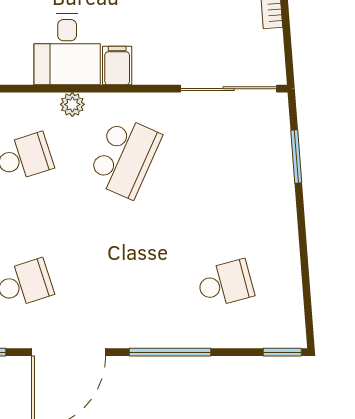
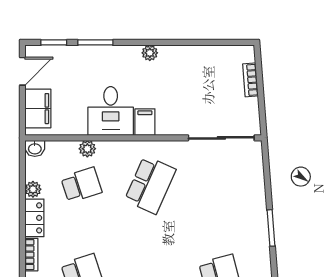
plant: (72, 104) -> (87, 149), moved
window: (296, 157) -> (271, 228), moved

